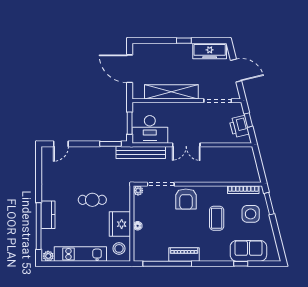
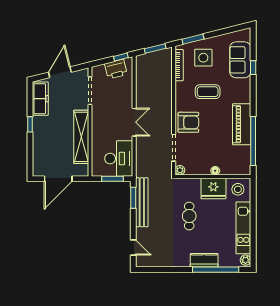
window: (248, 120) -> (121, 57), moved
bench: (141, 152) -> (142, 202), moved
window: (260, 166) -> (155, 48), added
piano: (184, 255) -> (242, 124), width x1.37, depth x1.33

